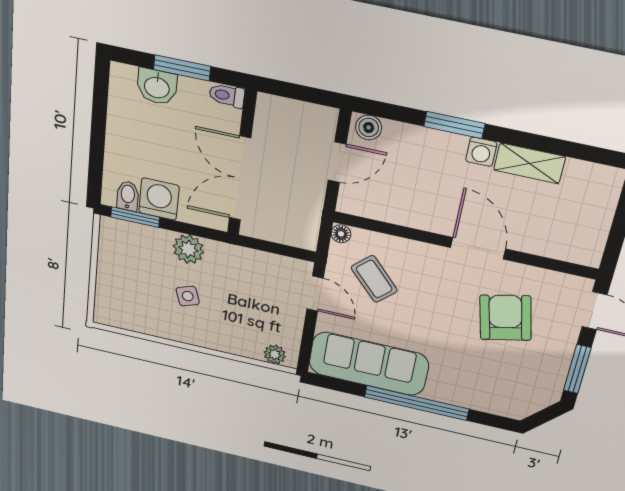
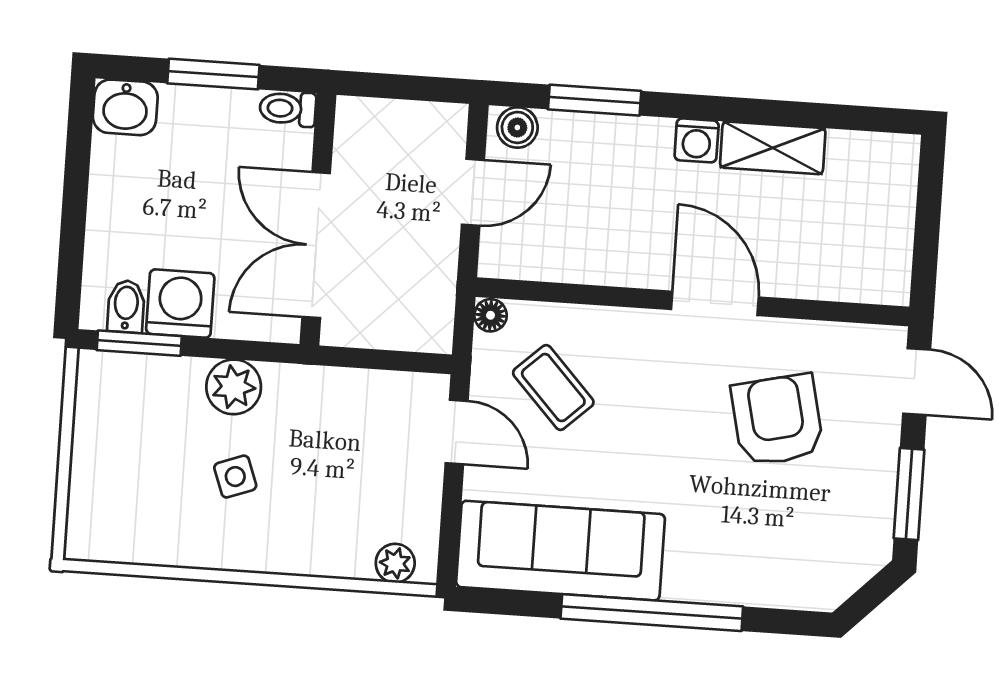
washbasin: (157, 87) -> (125, 107), moved
window: (454, 125) -> (595, 100), moved

